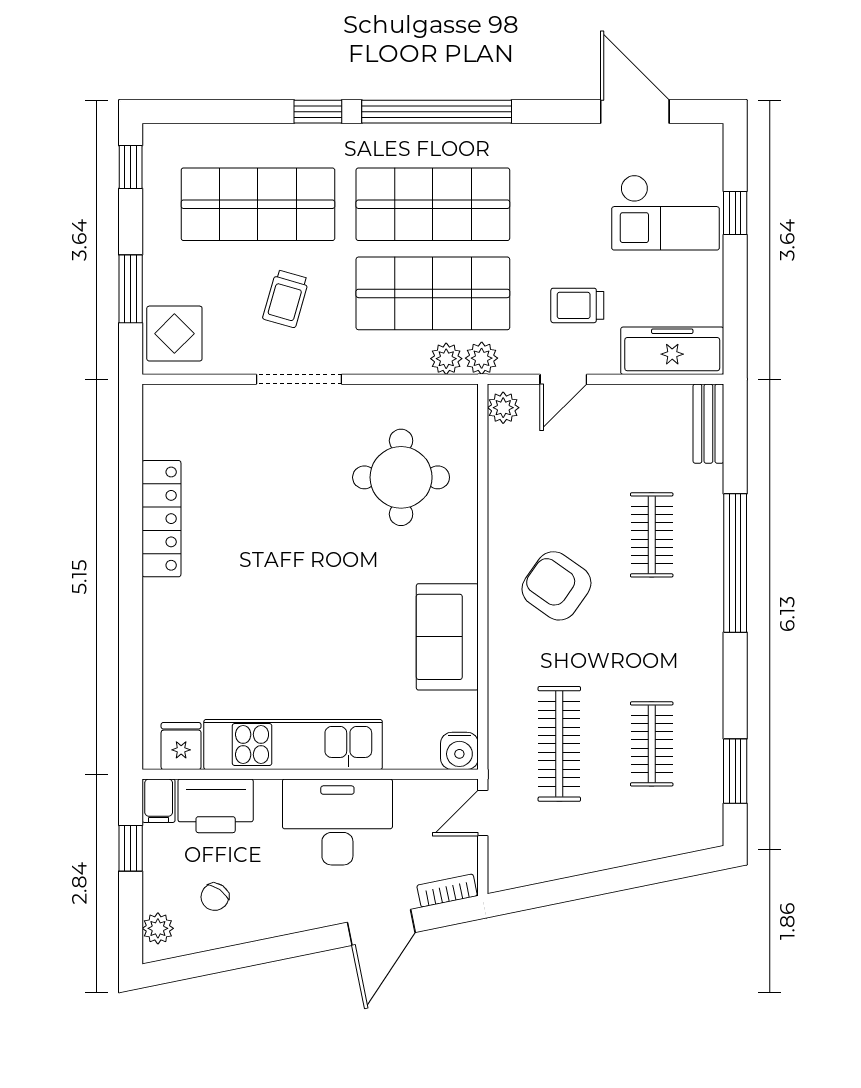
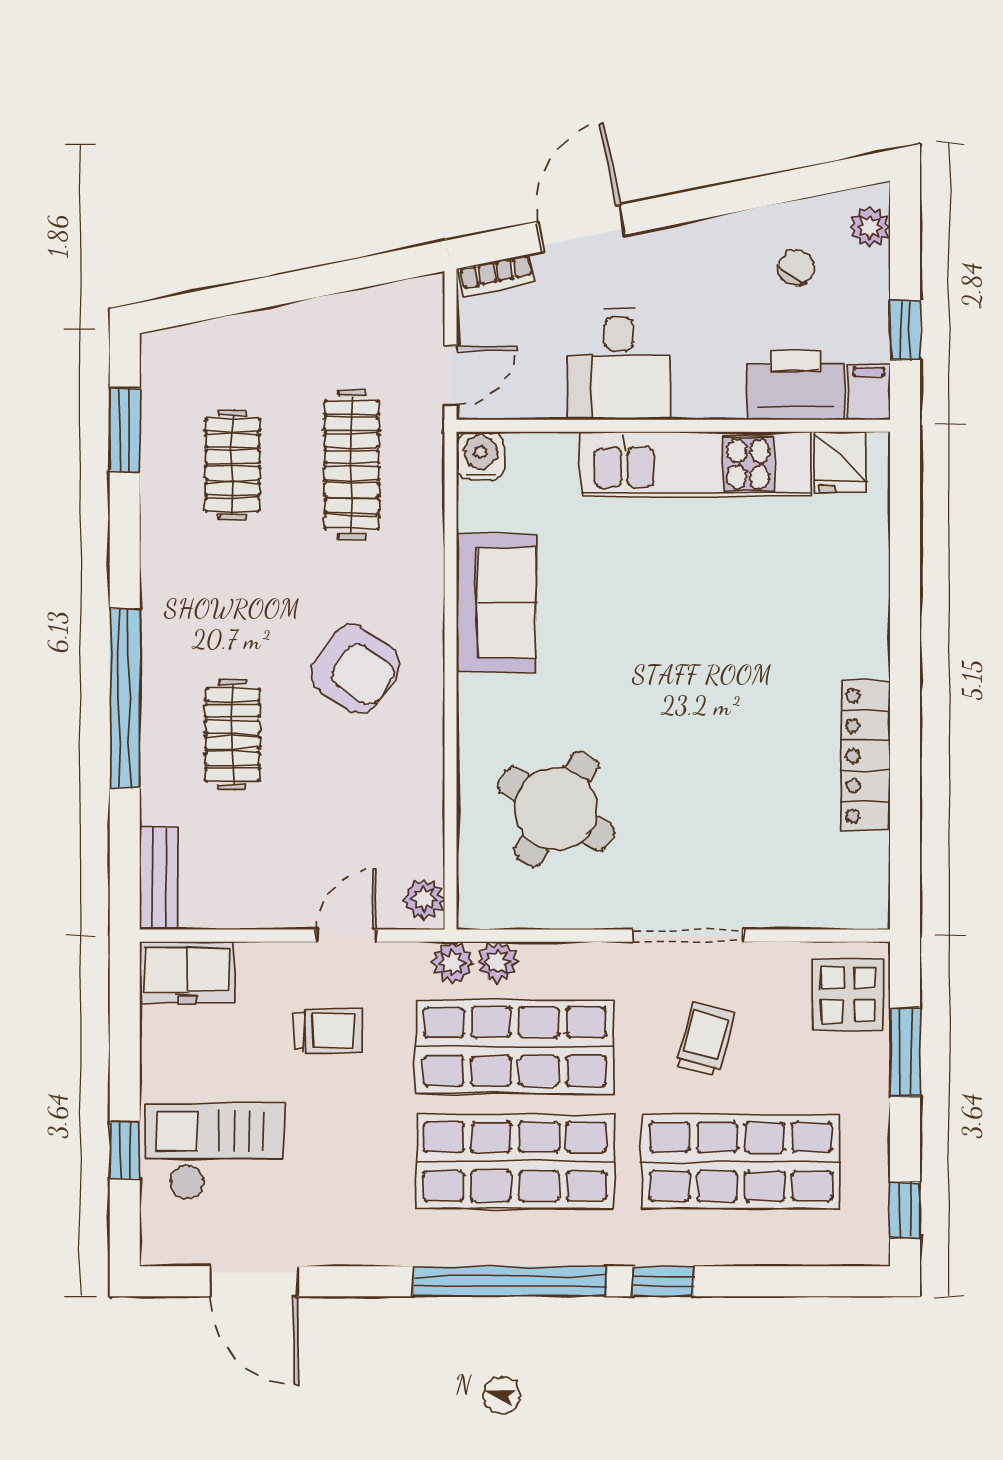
freezer: (672, 351) -> (187, 972), width x0.71
round table: (401, 477) -> (556, 809), turned 31
desk: (337, 822) -> (619, 364), width x0.73

